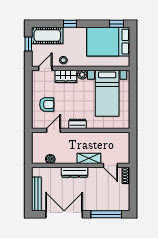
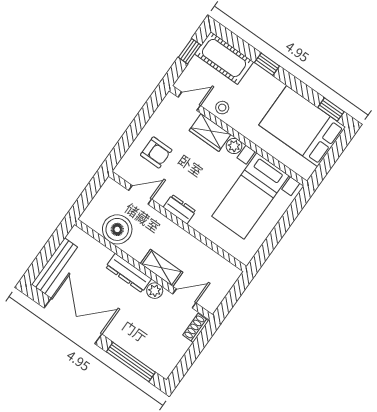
boiler: (50, 159) -> (117, 229), width x1.86, depth x1.86
door: (110, 165) -> (184, 298), swing flipped
plant: (93, 172) -> (155, 291), added

